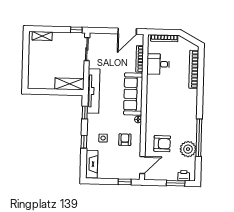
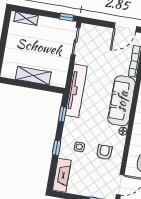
shelving: (69, 84) -> (33, 76), moved

